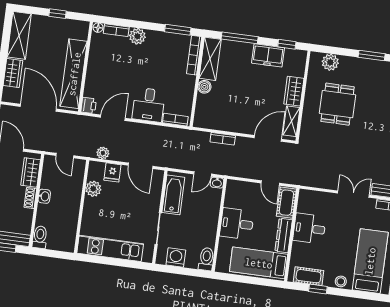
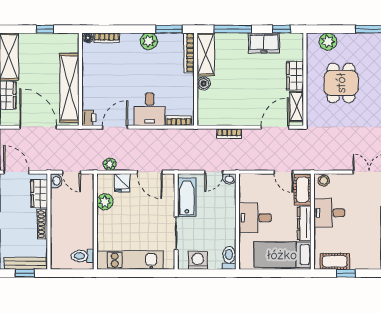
plant: (137, 36) -> (149, 41), moved
washbasin: (44, 196) -> (56, 181), moved
shoe rack: (30, 198) -> (42, 224), width x1.43
toilet: (40, 237) -> (82, 256), moved, turned -90
stool: (341, 281) -> (324, 181), moved

